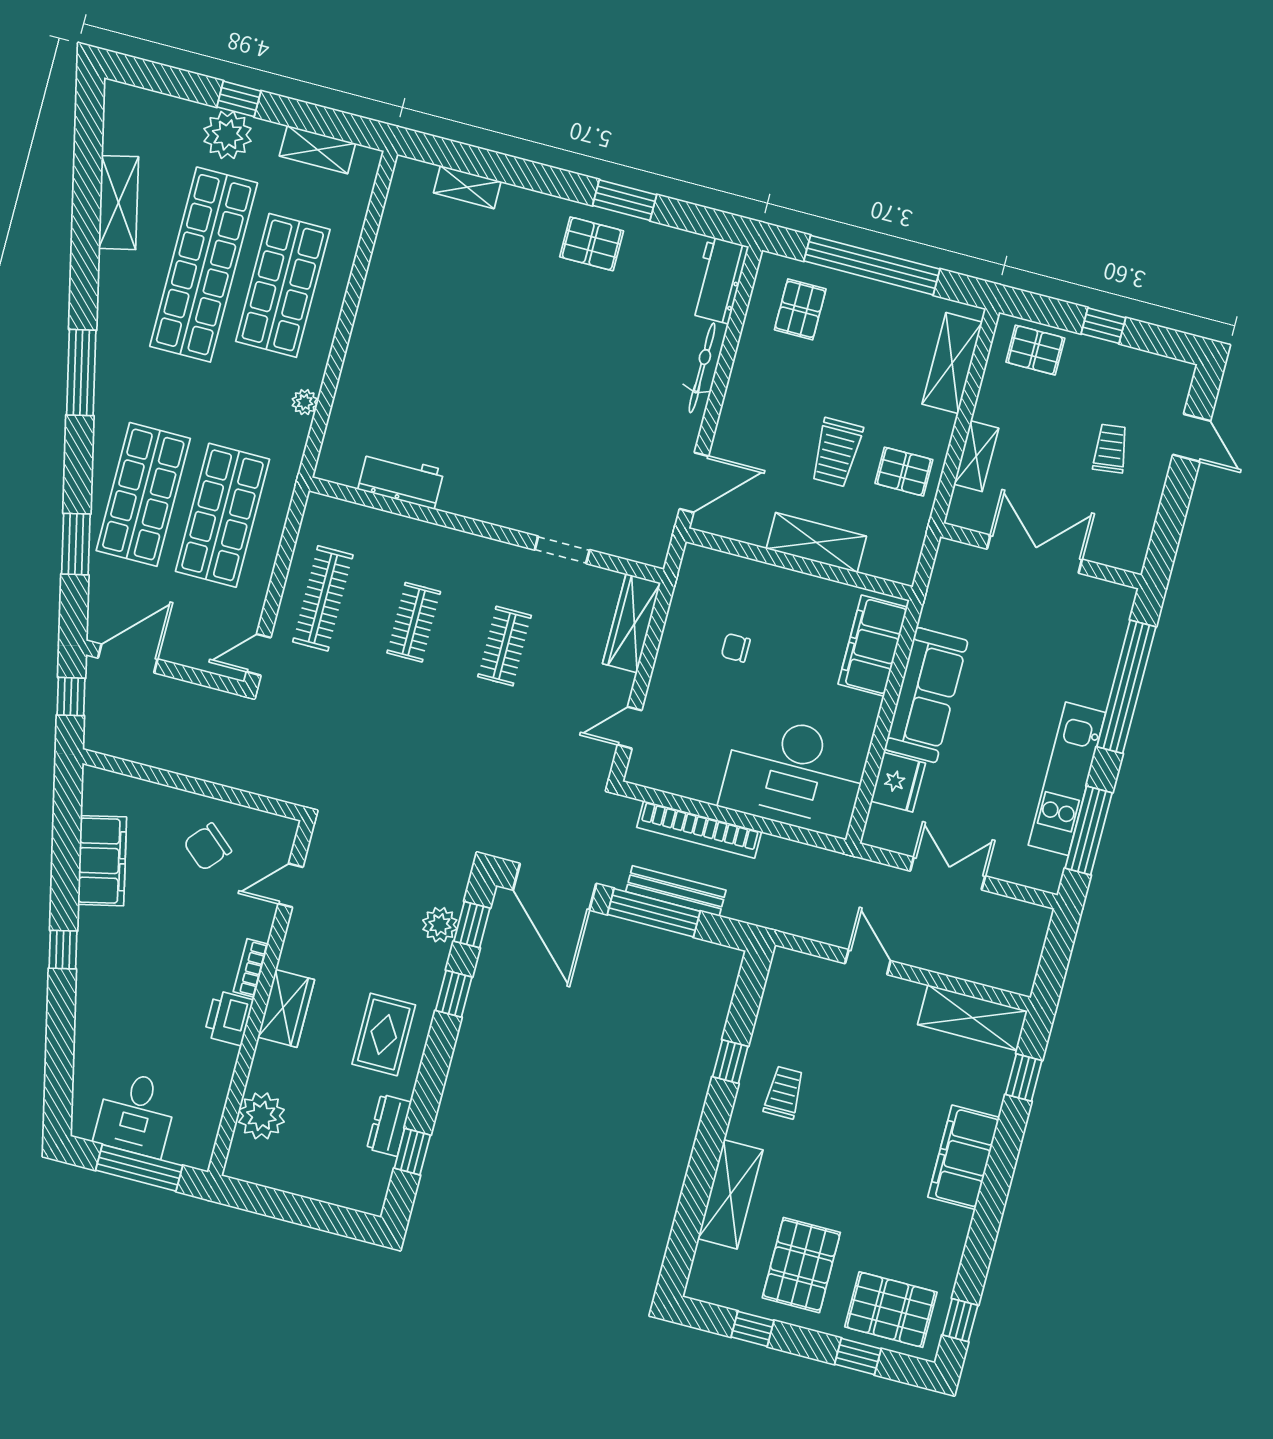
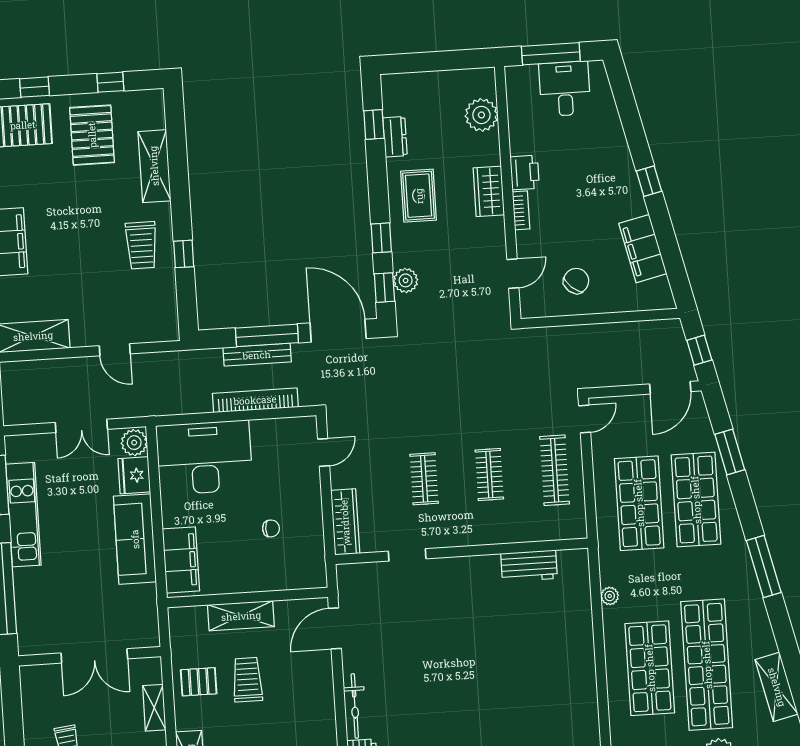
plant: (883, 827) -> (134, 443), added
trolley: (784, 1092) -> (141, 245), width x1.36, depth x1.39

